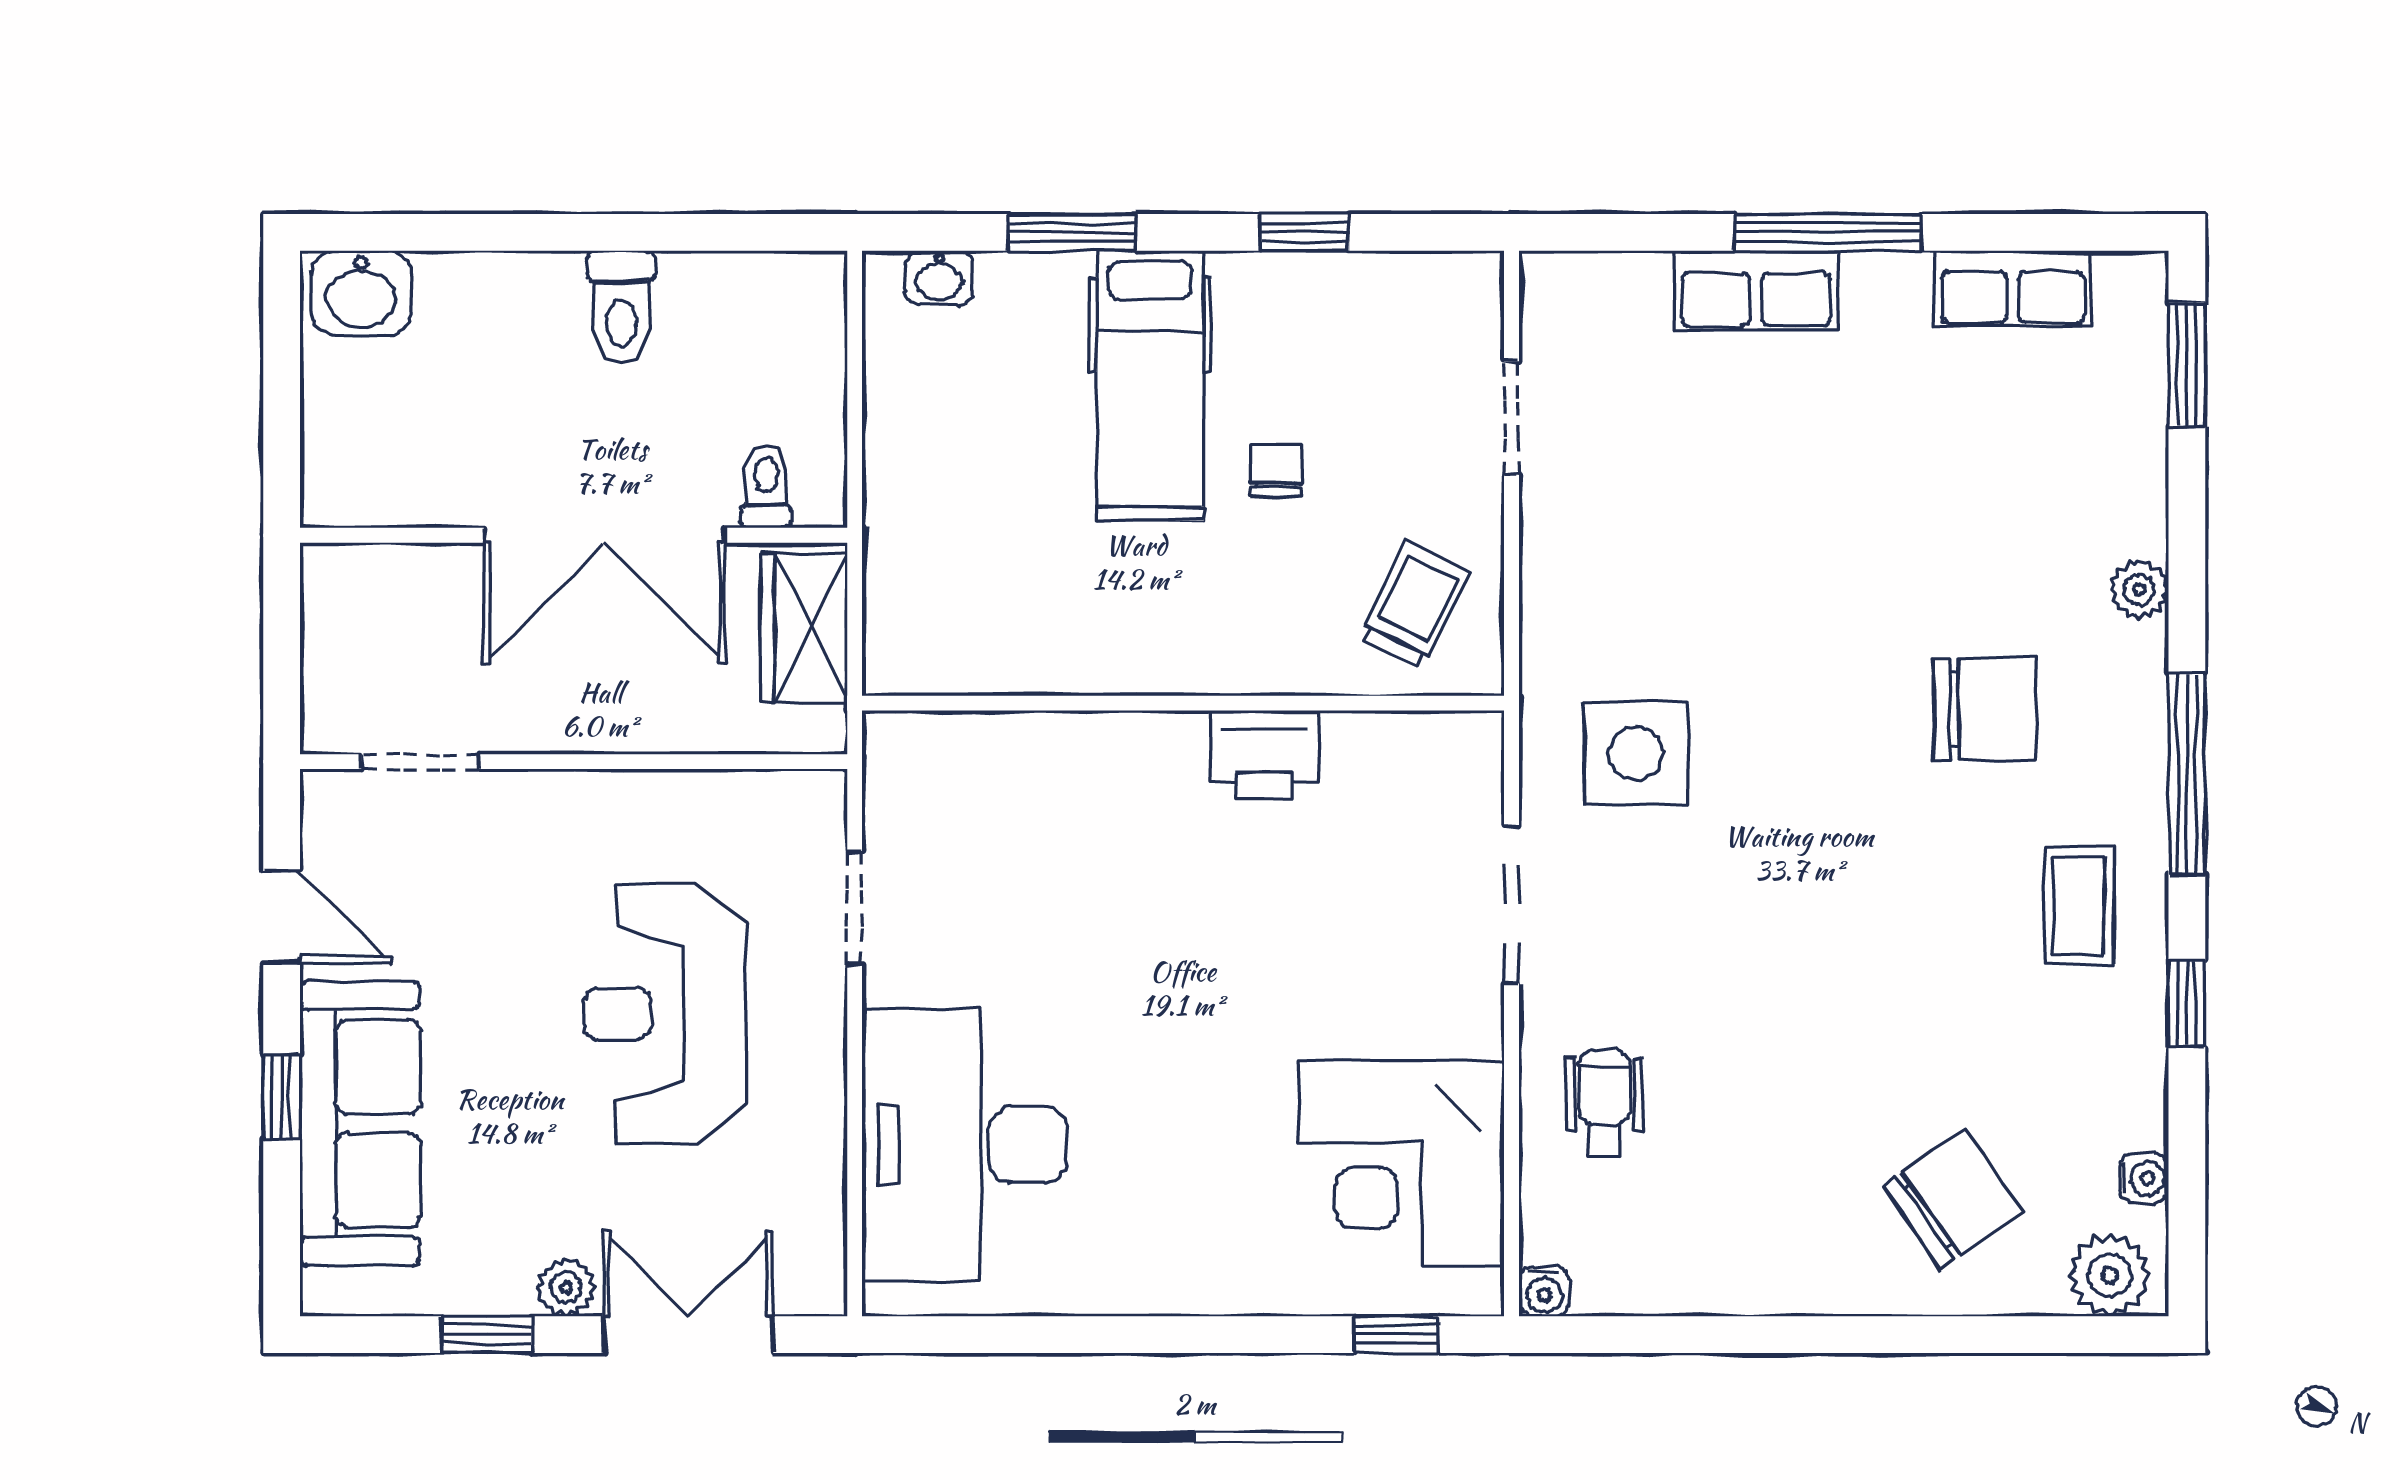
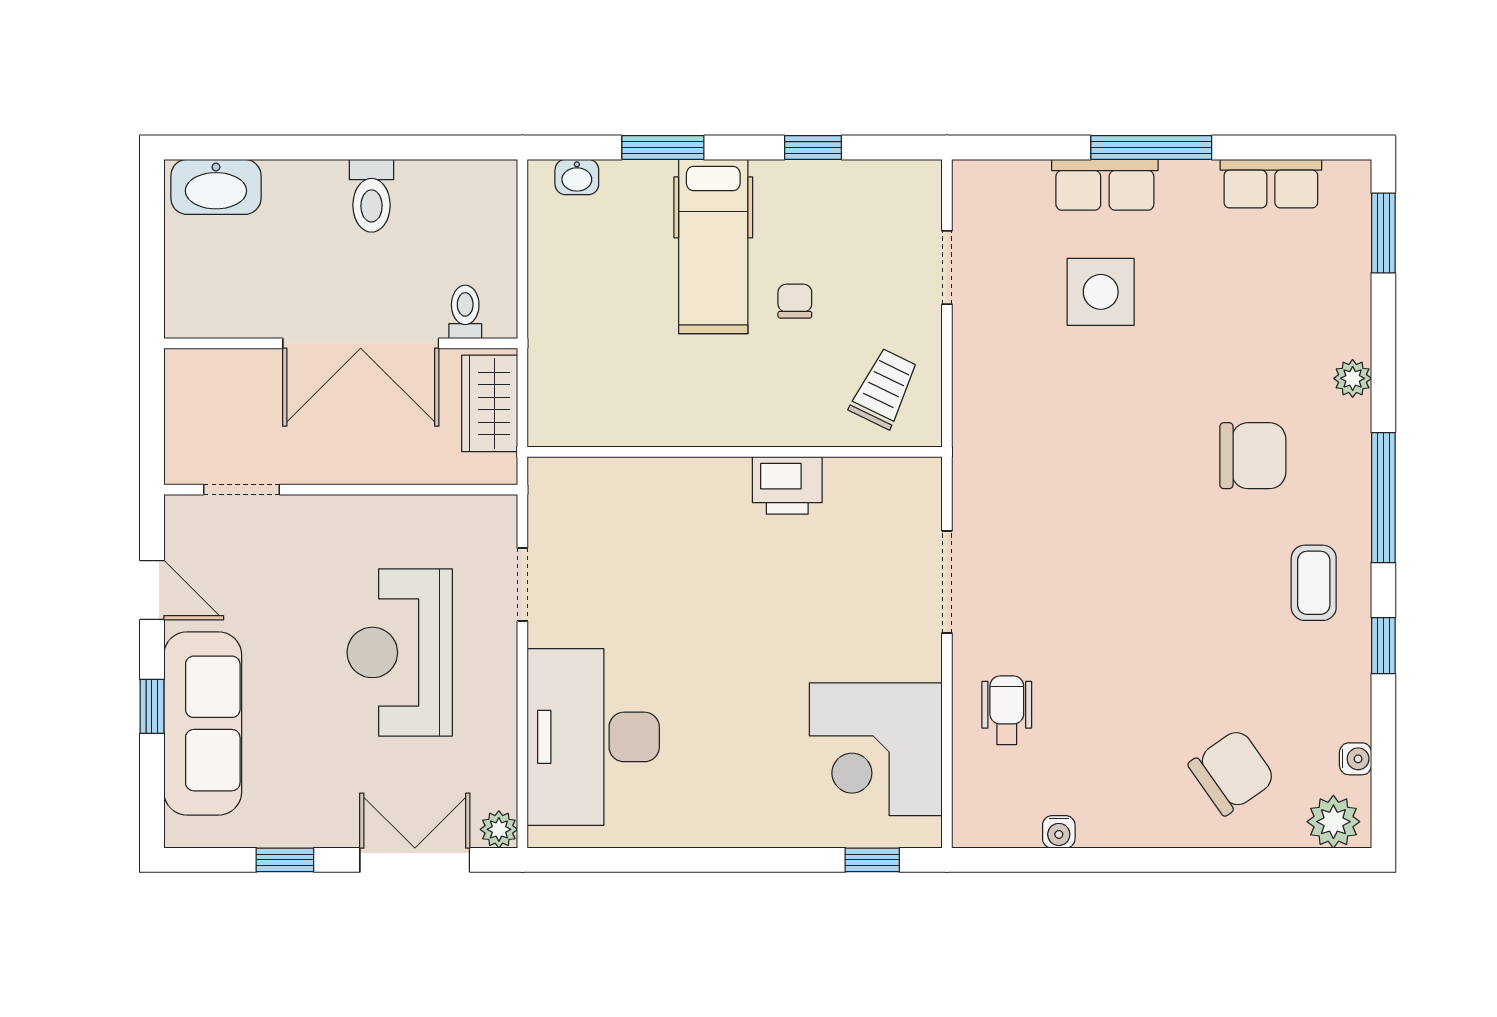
washbasin: (361, 293) -> (216, 187), width x1.38
side table: (1636, 753) -> (1101, 292), moved
plant: (566, 1287) -> (499, 829), moved
water cooler: (1544, 1291) -> (1059, 832), moved

